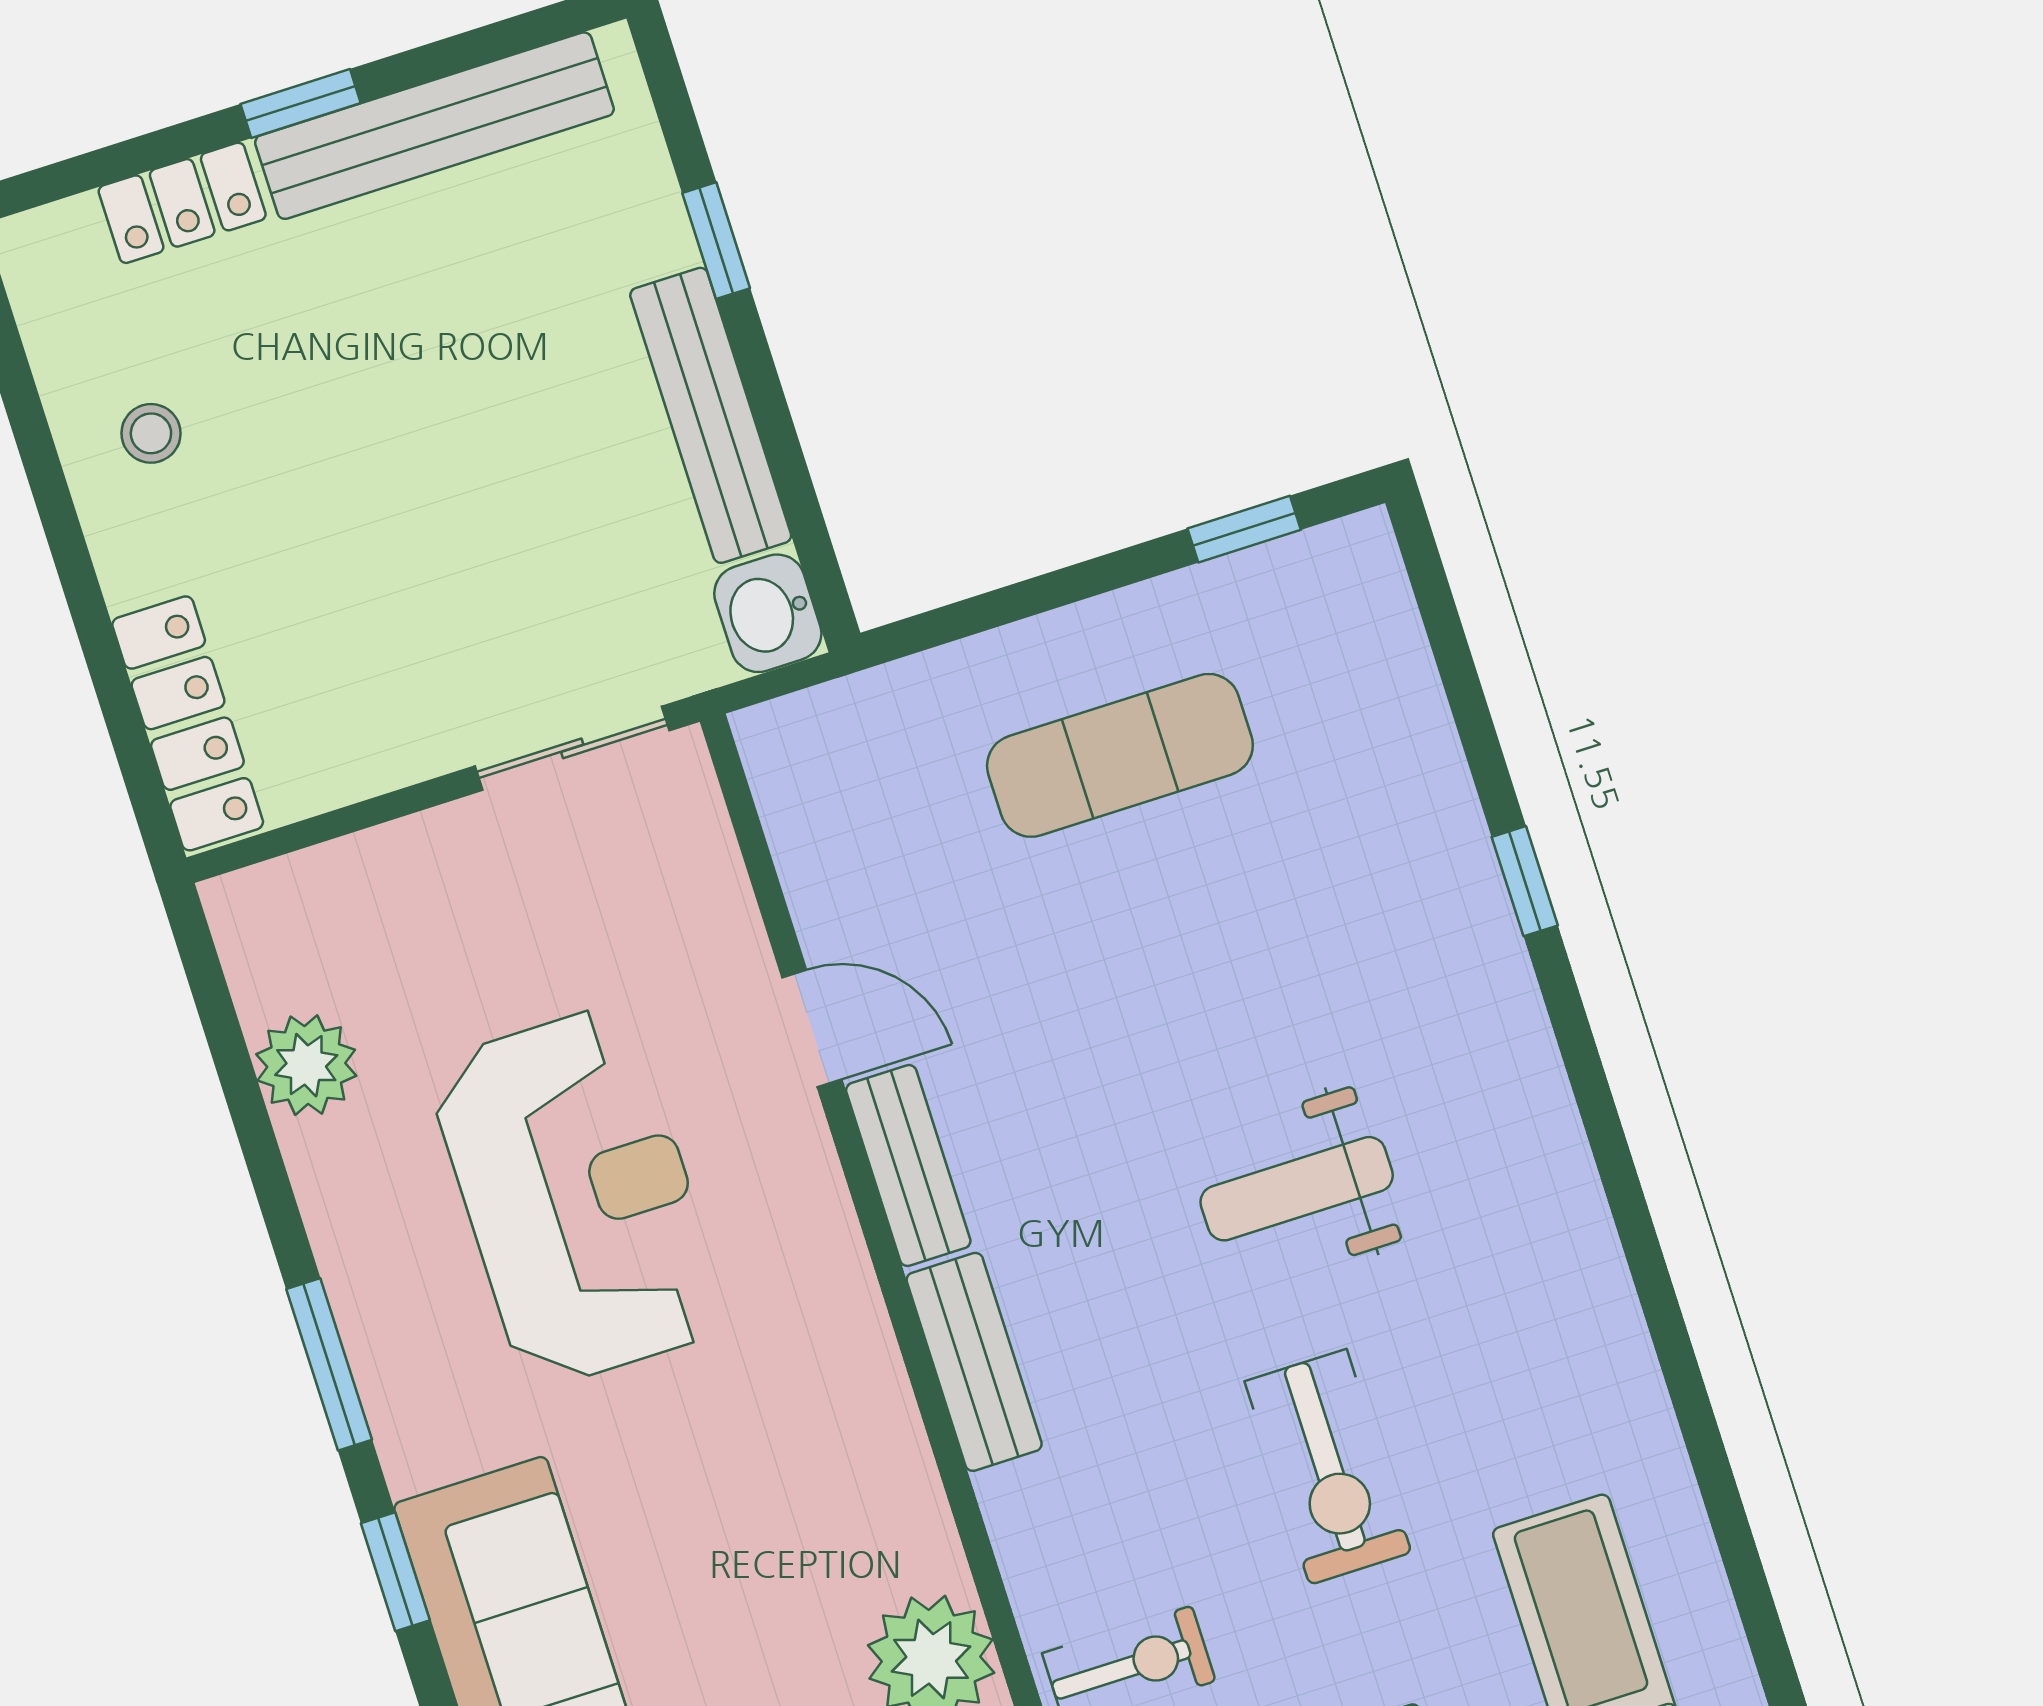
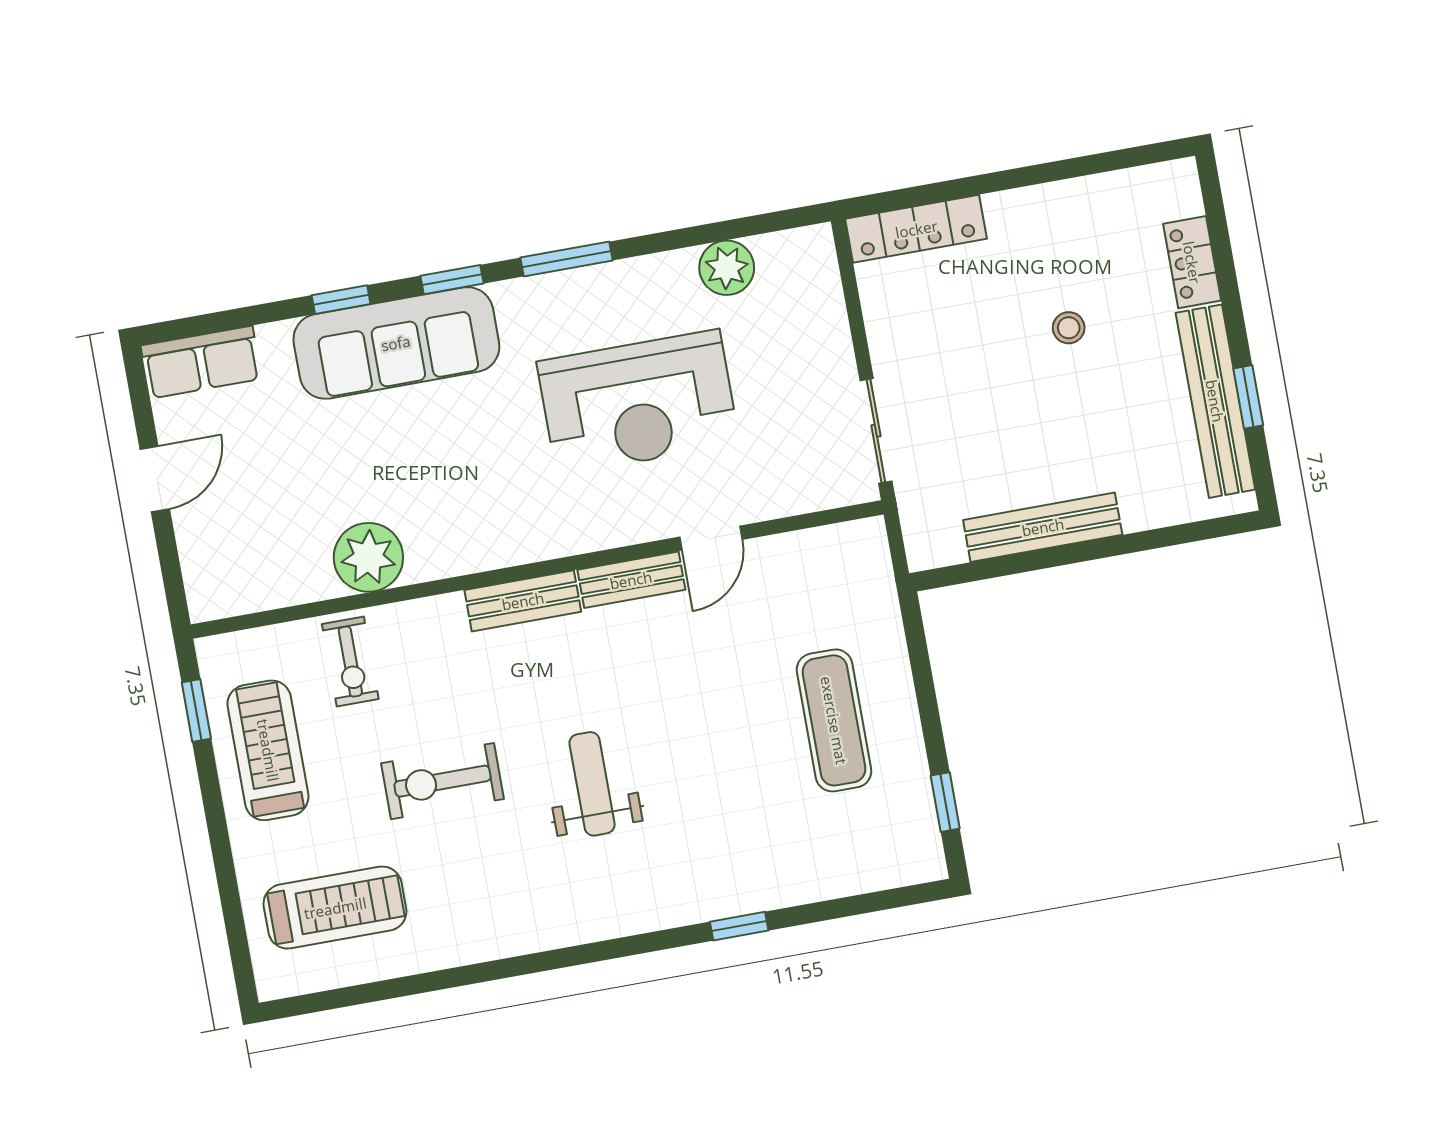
window: (301, 103) -> (1248, 397), moved
window: (716, 241) -> (1135, 542), removed
stool: (151, 433) -> (1069, 328), moved
washbasin: (768, 613) -> (934, 544), removed

